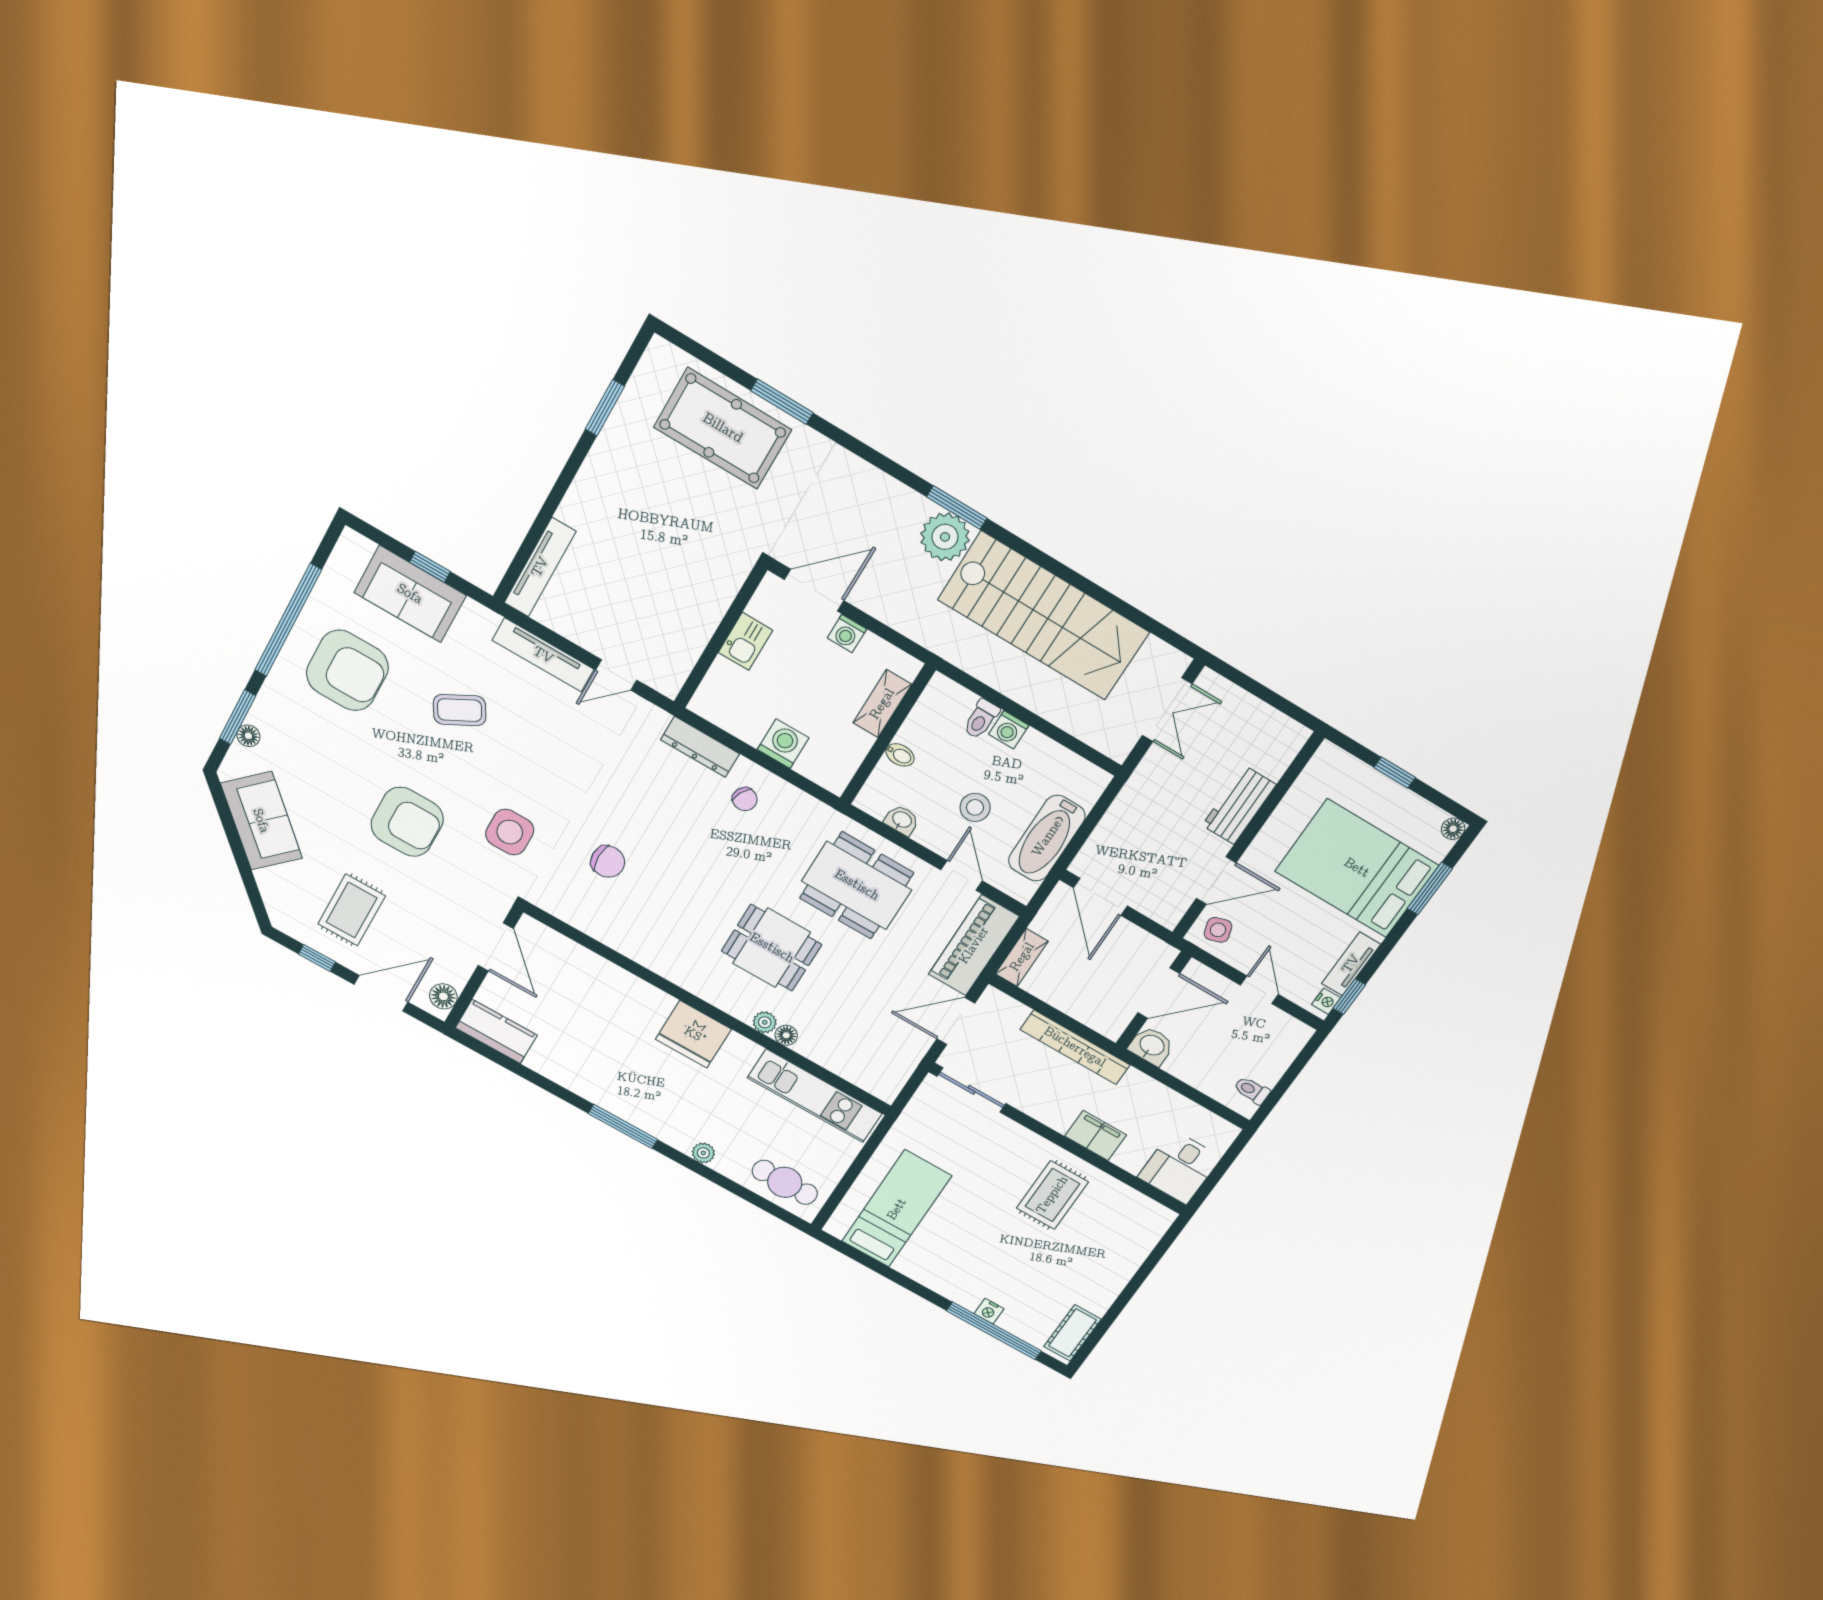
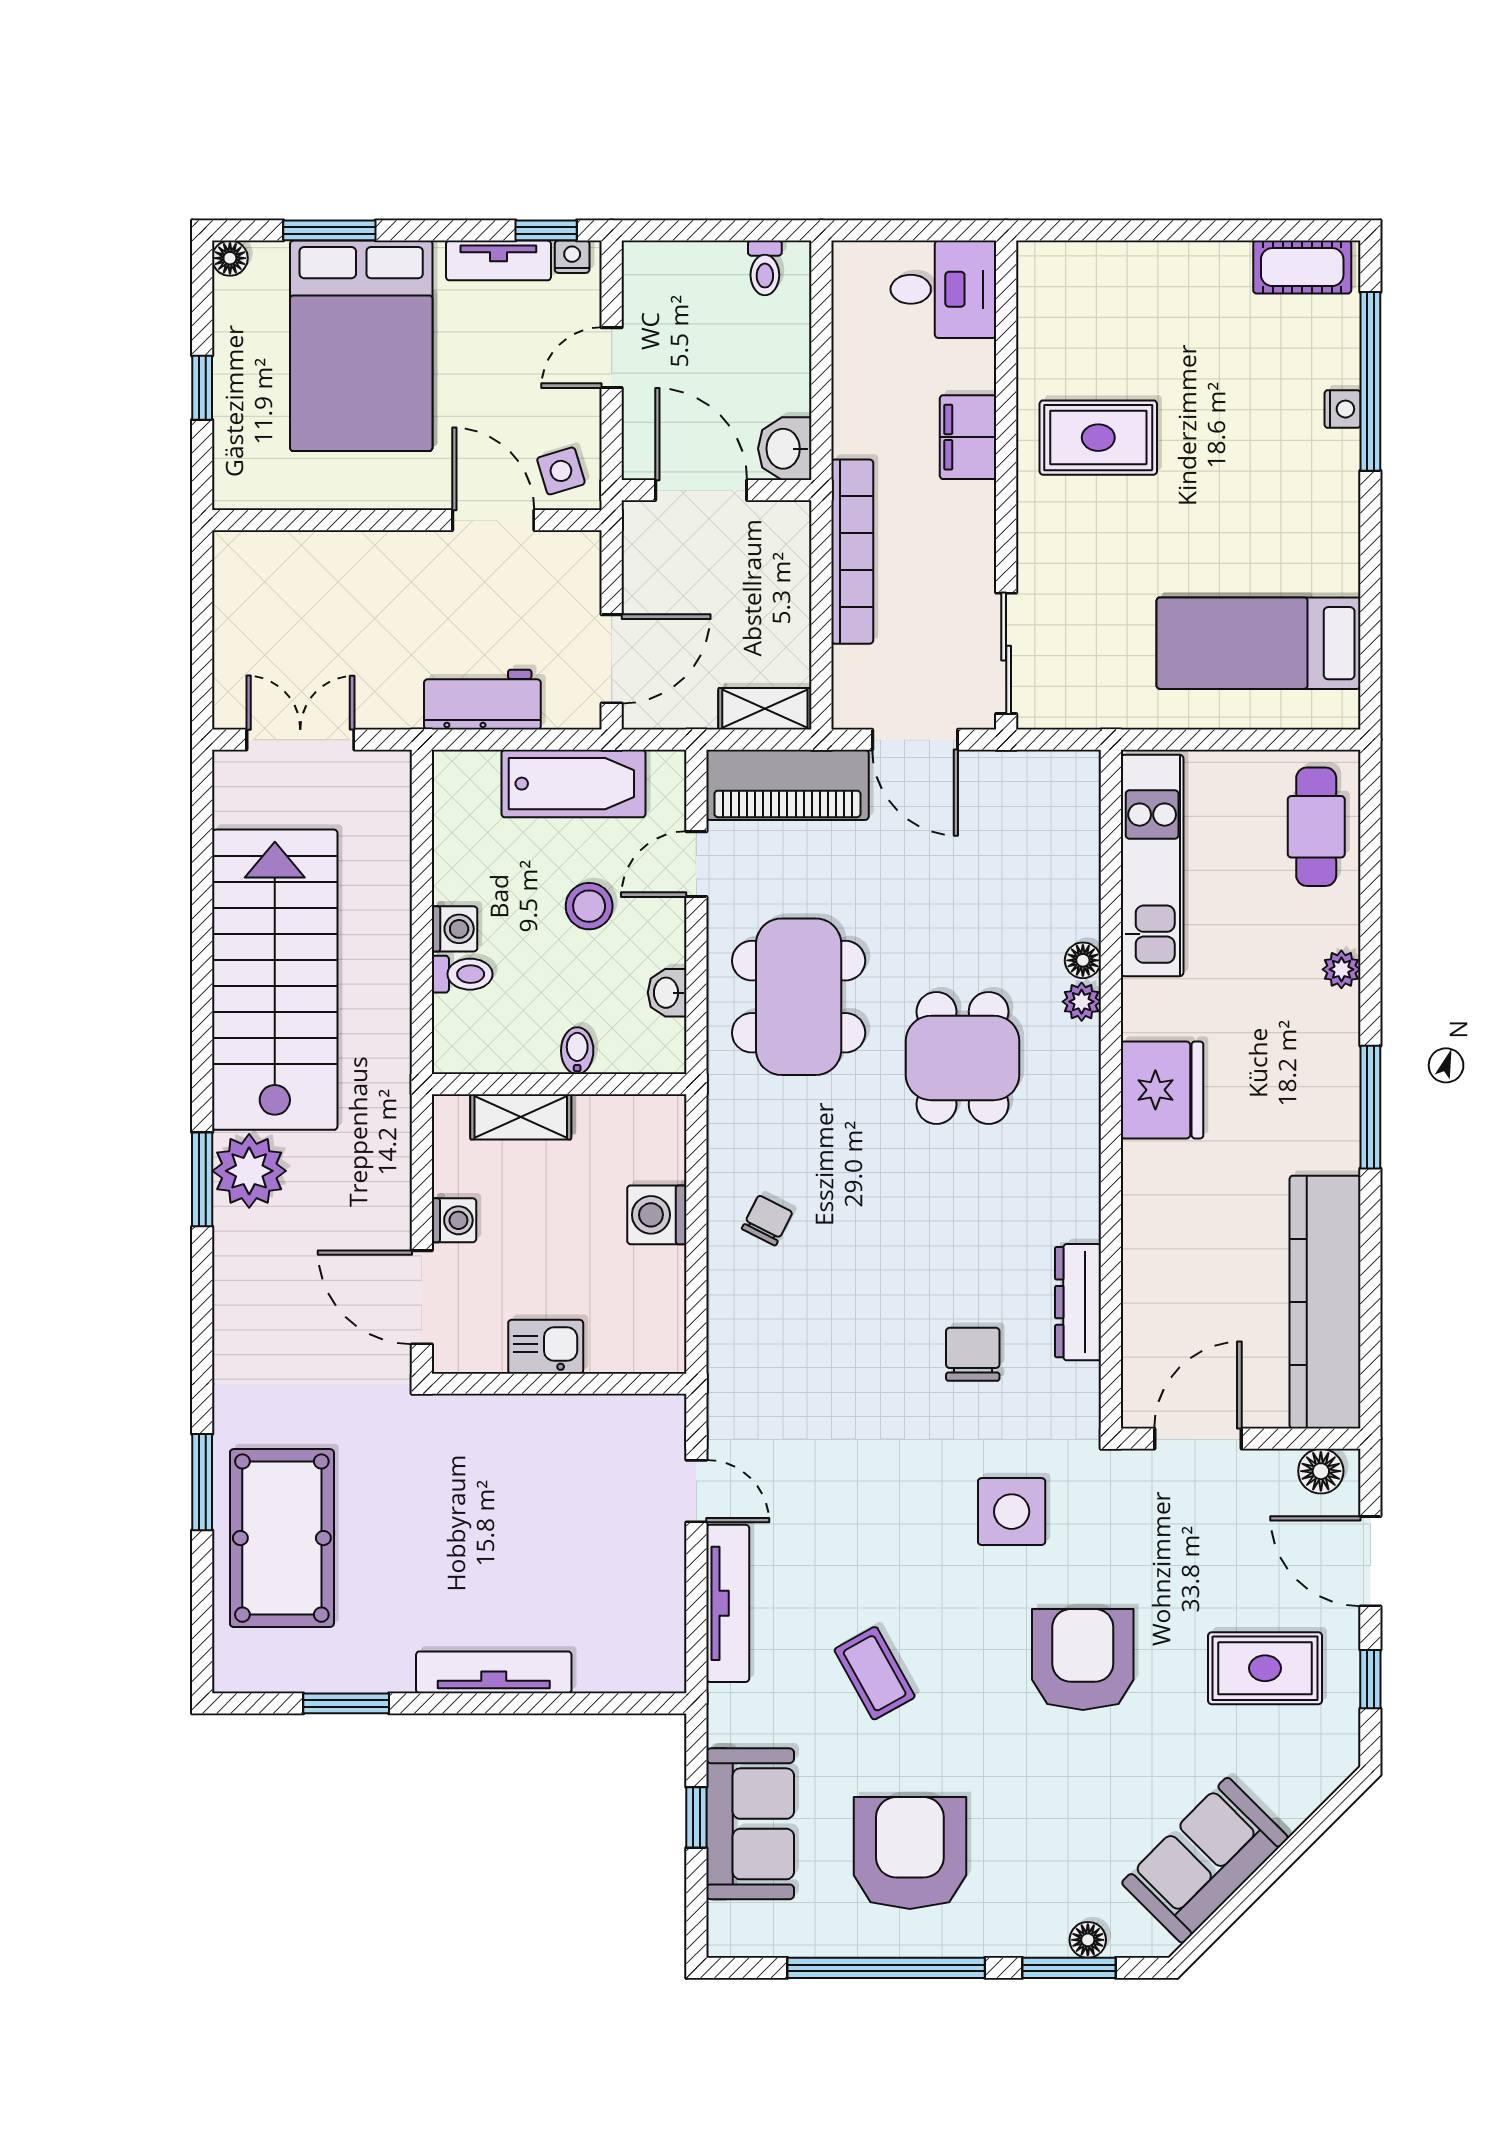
tv unit: (540, 567) -> (494, 1672), moved
dresser: (700, 747) -> (1078, 1302), moved, turned 180
workbench: (1239, 805) -> (482, 700), moved, turned 180
kitchen counter: (496, 1031) -> (1325, 1302), width x2.08, depth x1.17

